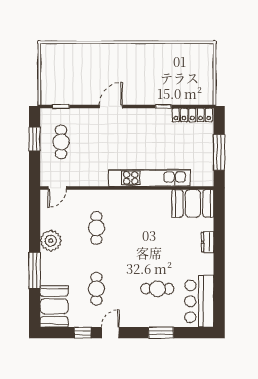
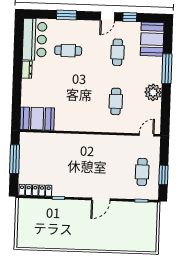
kitchen unit: (149, 178) -> (72, 141), removed
dresser: (208, 242) -> (27, 70), moved

